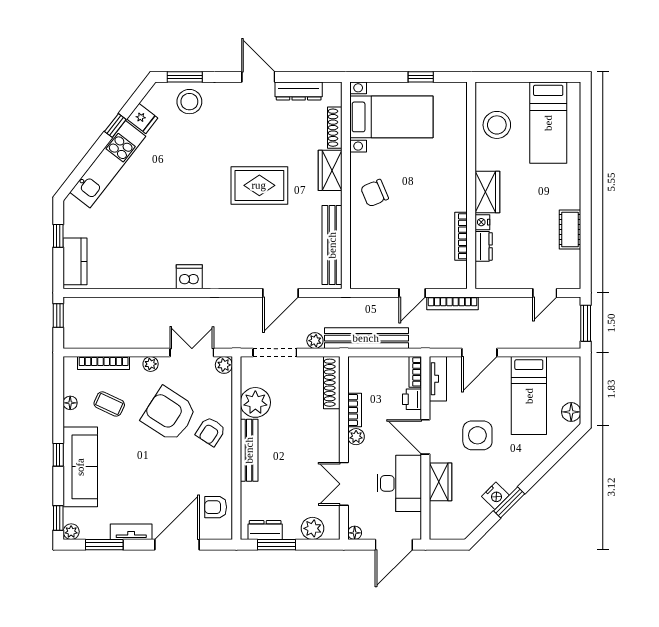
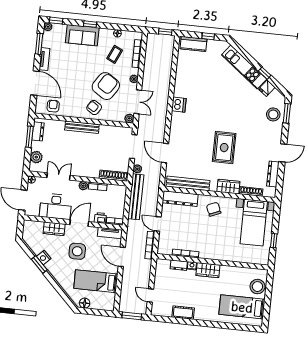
stool: (497, 125) -> (257, 287), moved
dresser: (361, 257) -> (180, 199), added
plant: (255, 402) -> (107, 133), removed
sofa: (80, 467) -> (82, 35), width x0.73

